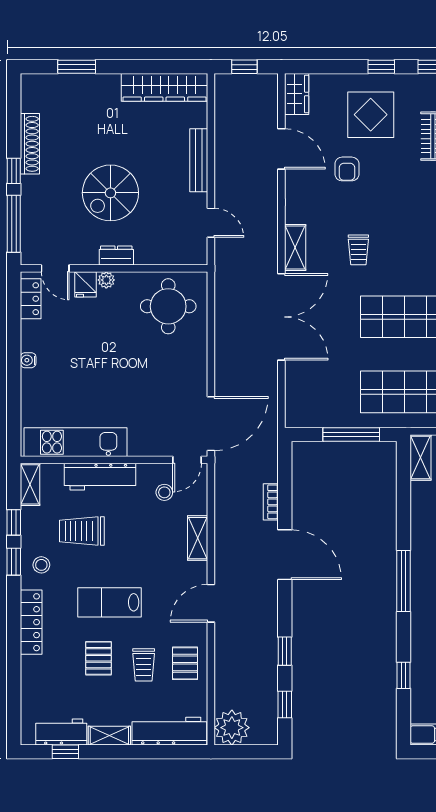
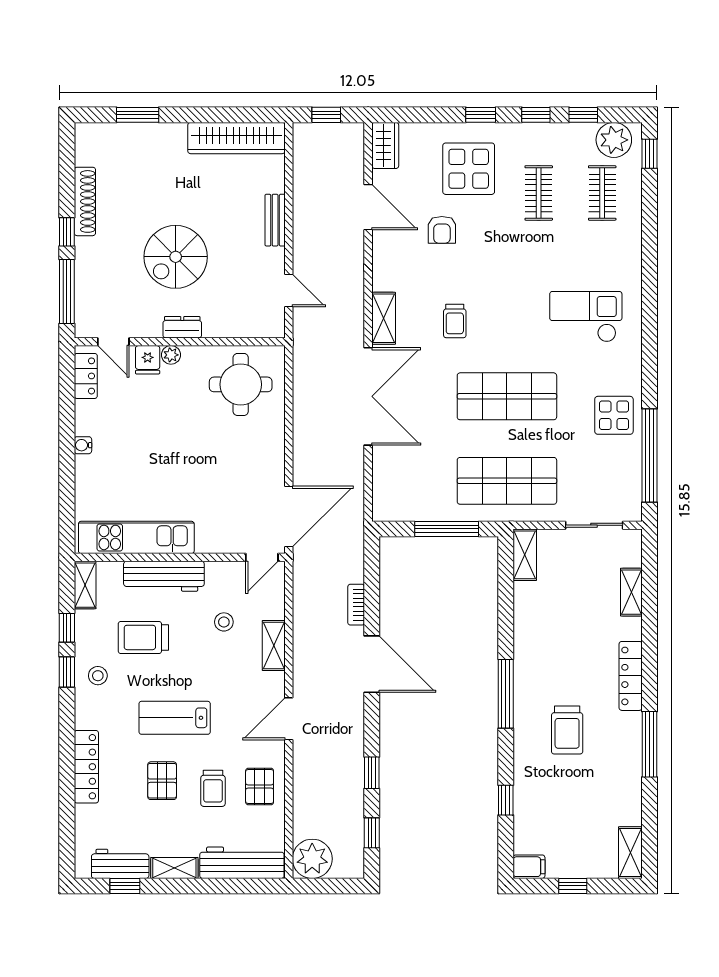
bench: (199, 160) -> (275, 220), width x0.73
stool: (164, 492) -> (224, 622), moved
locker: (31, 622) -> (86, 767), moved

